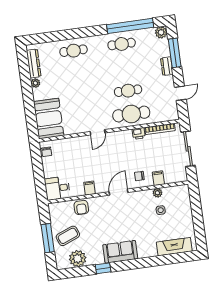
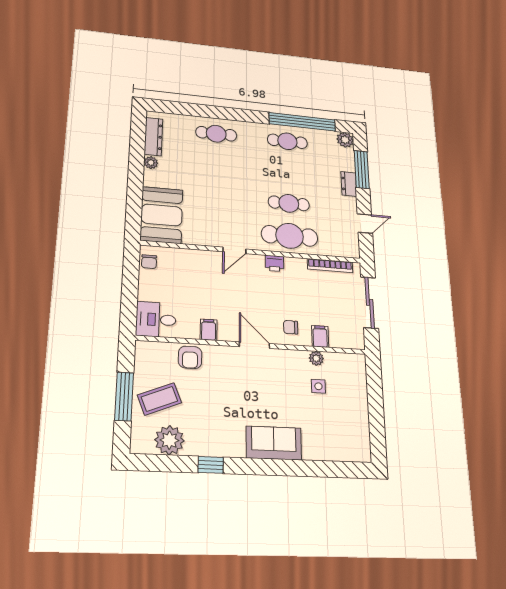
printer: (139, 133) -> (275, 263), moved
door: (119, 192) -> (254, 345), hinge flipped
fireplace: (174, 247) -> (335, 449), removed
sofa: (120, 252) -> (274, 443), moved

